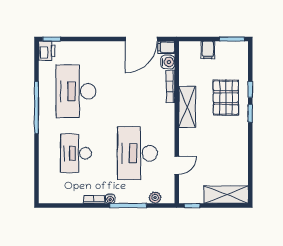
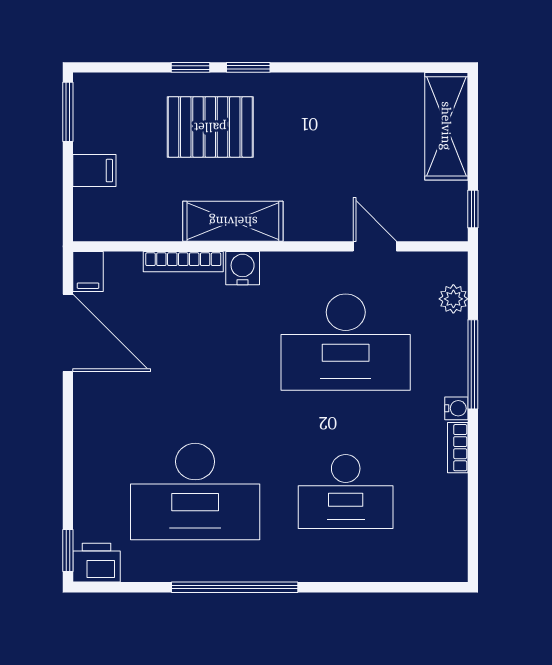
water cooler: (168, 62) -> (243, 268), moved

